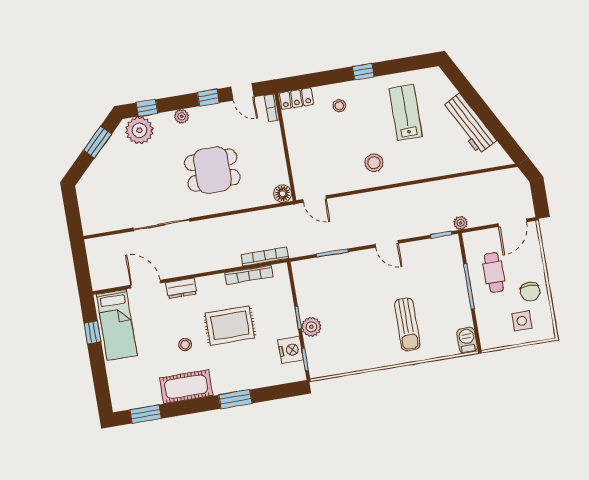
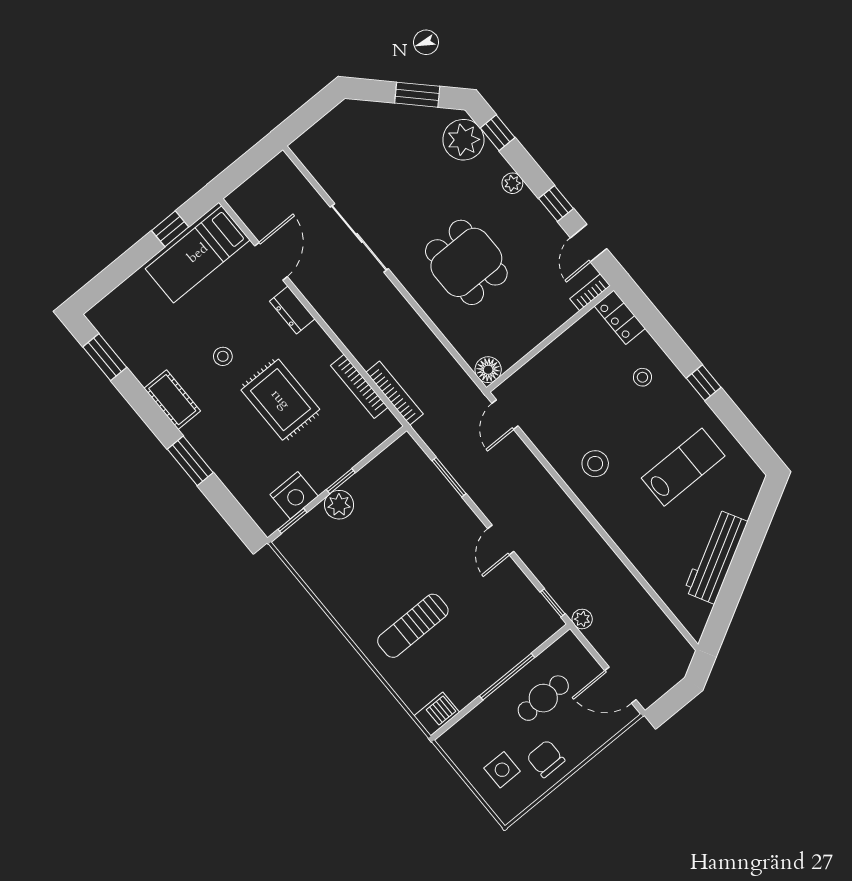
chair: (530, 292) -> (546, 759), turned 90
cot: (186, 387) -> (172, 400), width x0.73, depth x0.75

